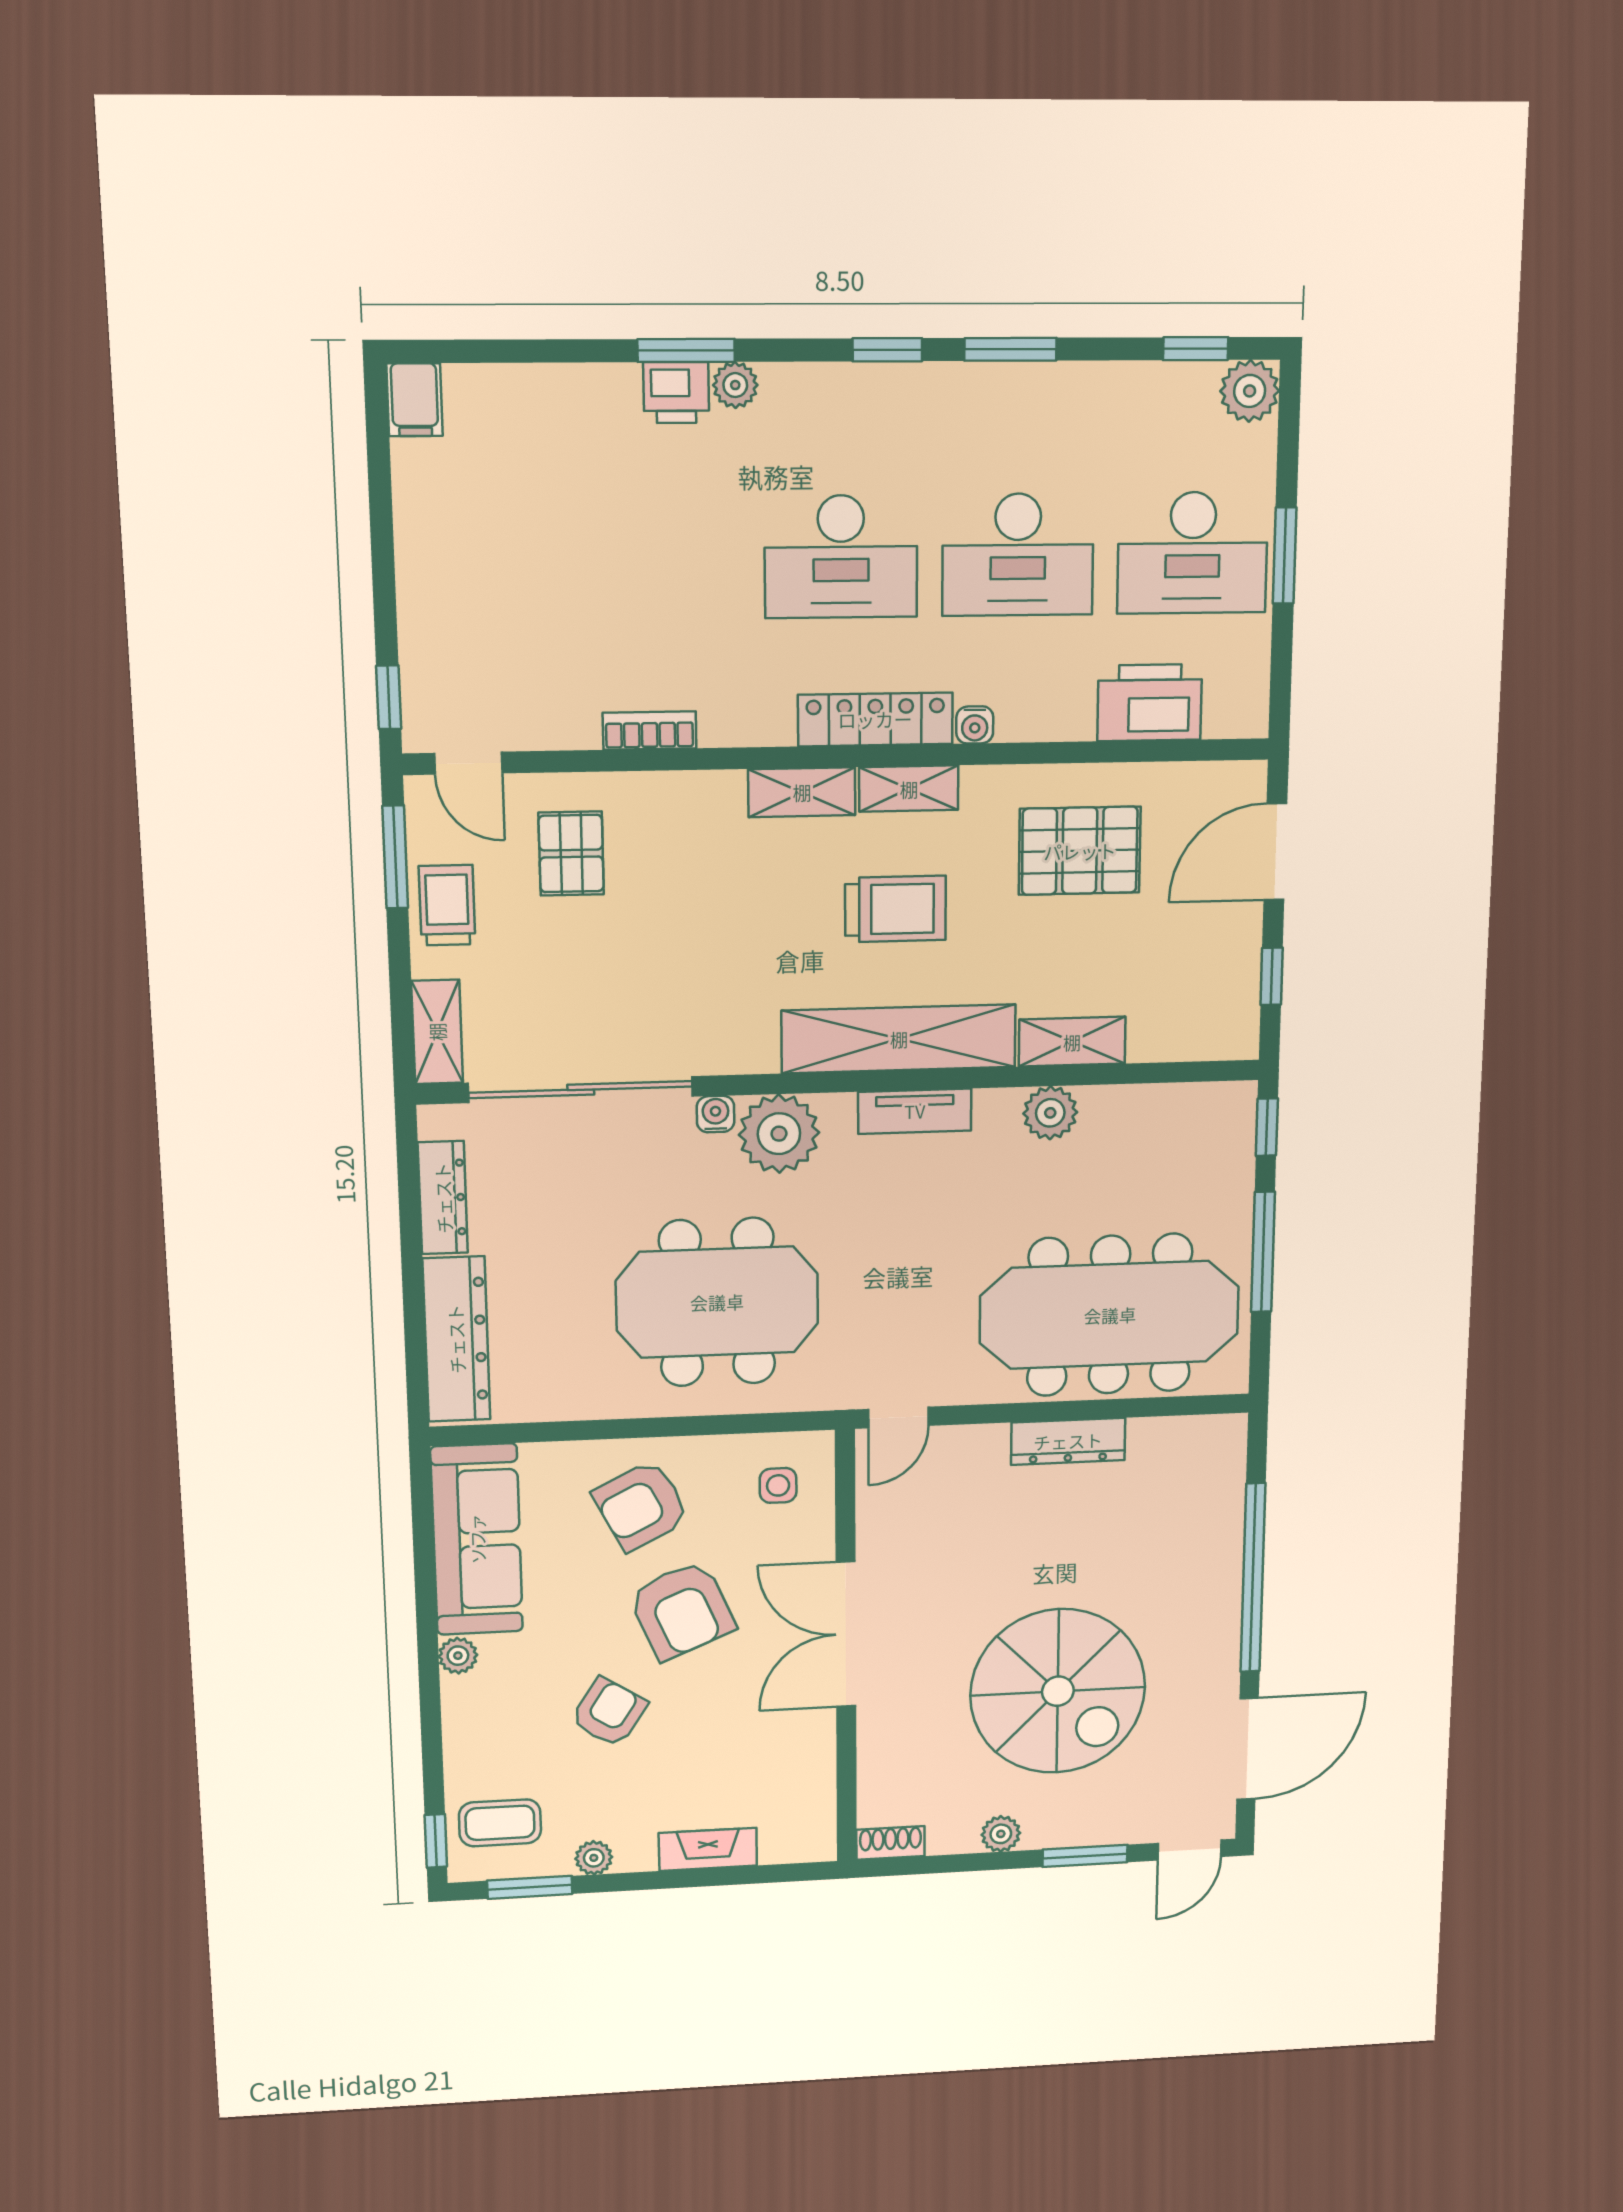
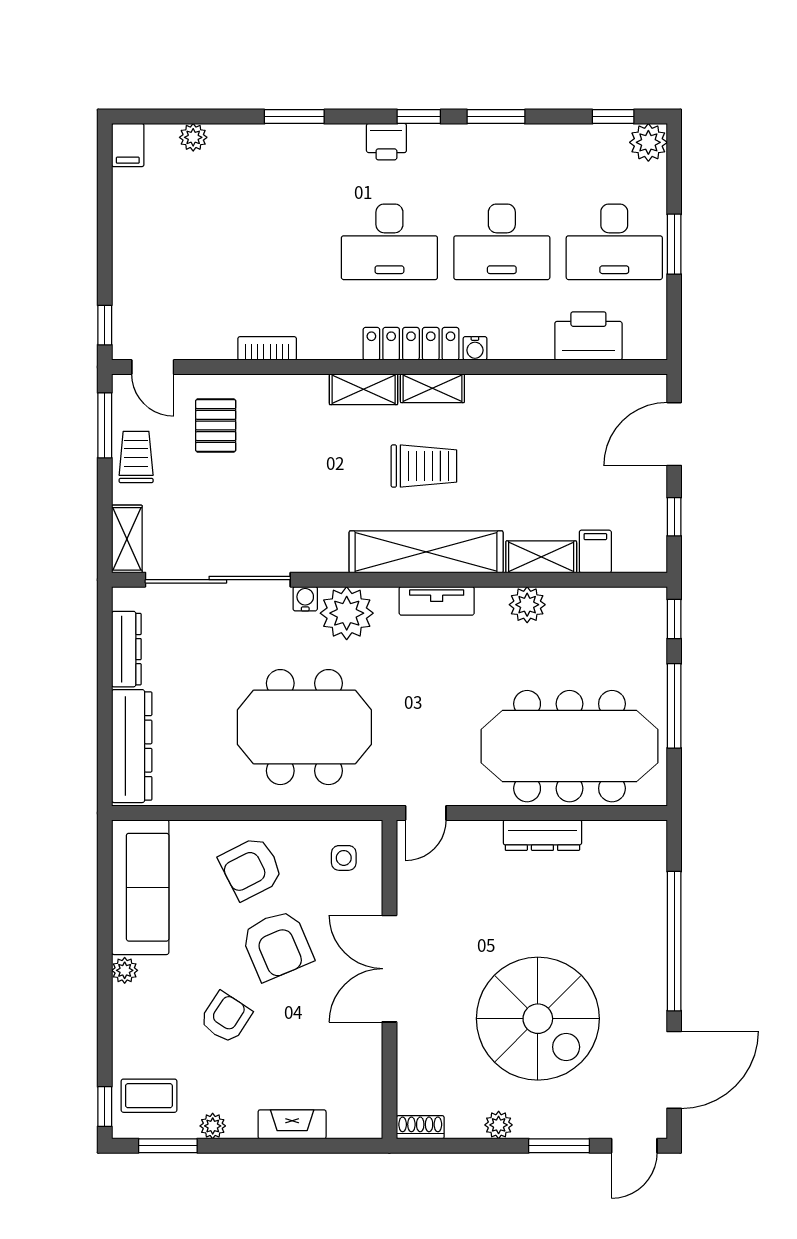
plant: (735, 385) -> (193, 137), moved
printer: (676, 393) -> (386, 142), moved
pallet: (1080, 851) -> (544, 431), removed
filing cabinet: (1153, 1031) -> (595, 551), added

